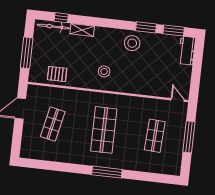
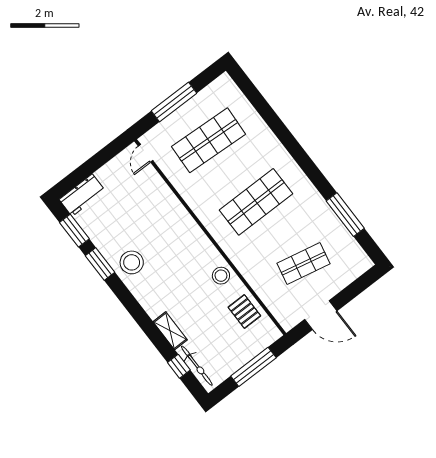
stool: (104, 71) -> (221, 276), moved
shop shelf: (155, 136) -> (209, 140), width x1.43, depth x1.36
window: (107, 172) -> (345, 215), moved

